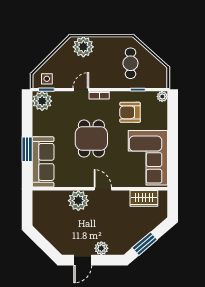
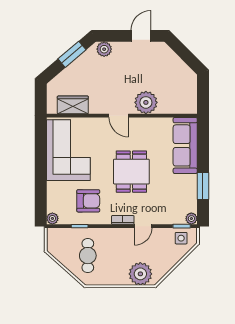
plant: (42, 101) -> (191, 219), width x0.53, depth x0.53
window: (27, 149) -> (203, 186), moved
plant: (101, 248) -> (104, 49), moved

